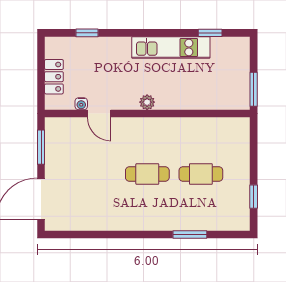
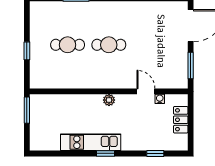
window: (210, 33) -> (105, 153), moved
window: (254, 197) -> (27, 51), moved

